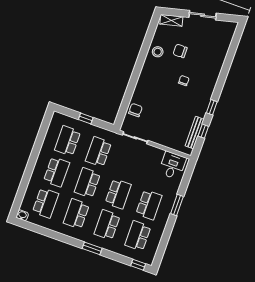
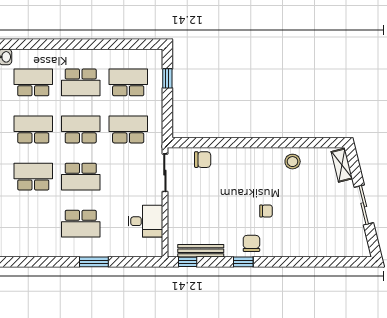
chair: (180, 51) -> (251, 243), moved
window: (86, 118) -> (167, 78), moved
window: (203, 131) -> (188, 262), moved
desk: (172, 165) -> (145, 221), moved
school desk: (45, 203) -> (33, 82), turned 180
school desk: (138, 236) -> (33, 224), removed

